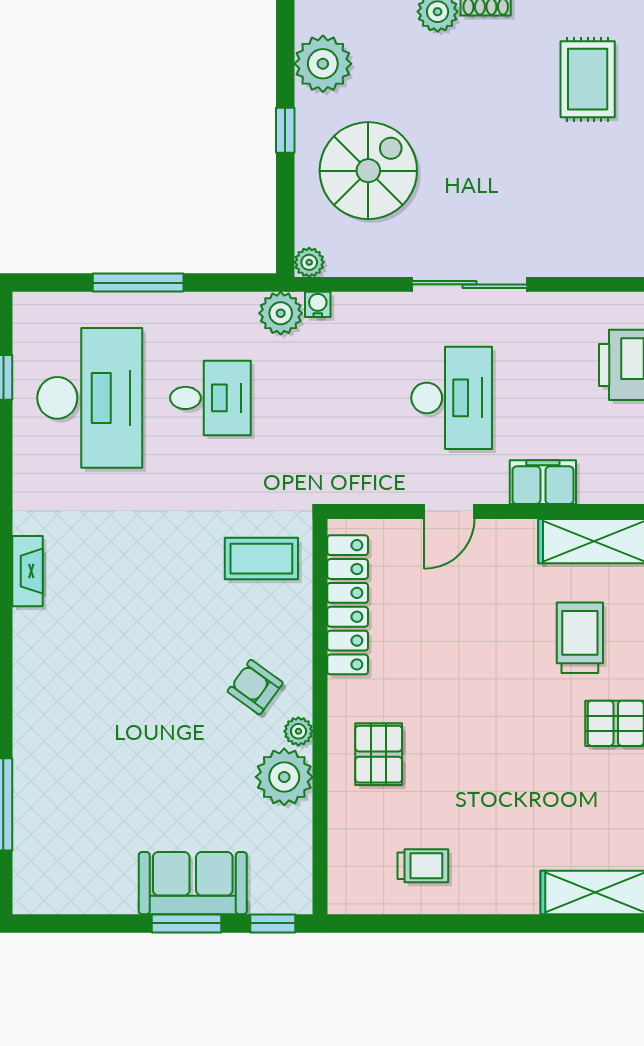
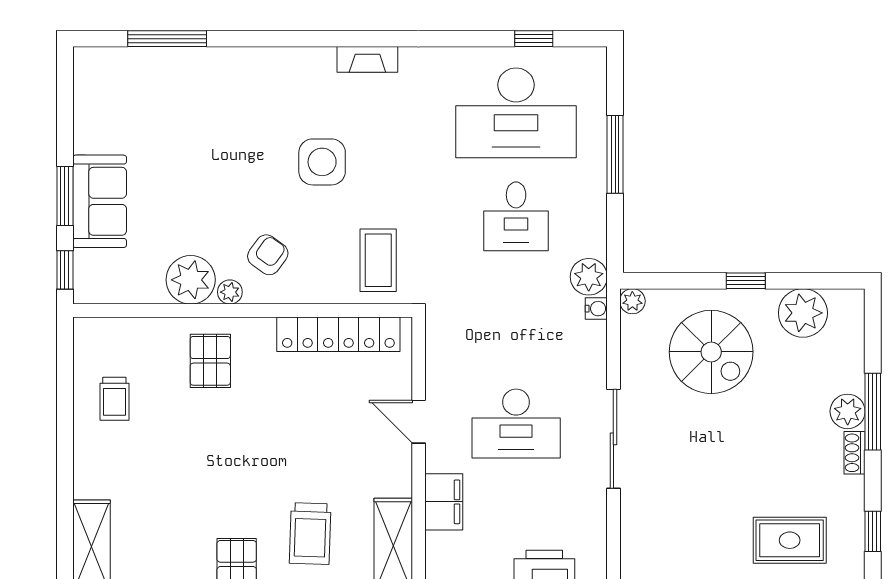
side table: (147, 624) -> (322, 162), added
trolley: (580, 638) -> (310, 534), turned 92
pallet: (379, 754) -> (210, 361), turned 90

